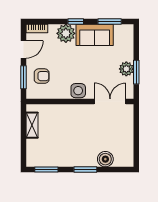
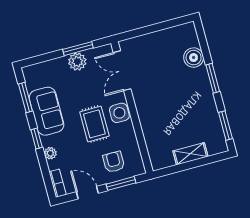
plant: (66, 33) -> (50, 153), width x0.53, depth x0.53
rug: (75, 69) -> (94, 124), added
shelving: (32, 125) -> (190, 154), moved

